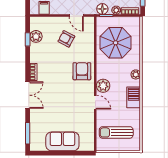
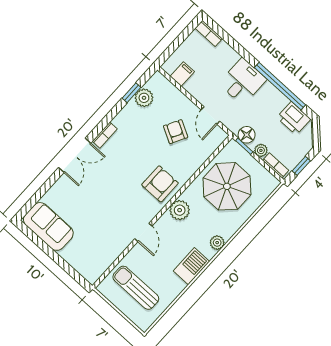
plant: (103, 86) -> (180, 210), moved
window: (28, 133) -> (36, 198), removed
sofa: (62, 141) -> (48, 226), moved

